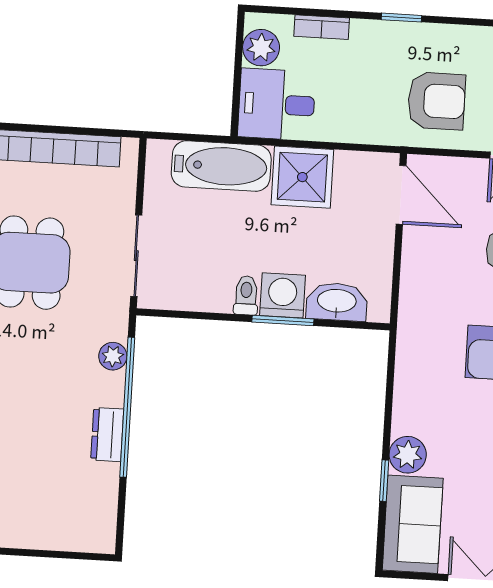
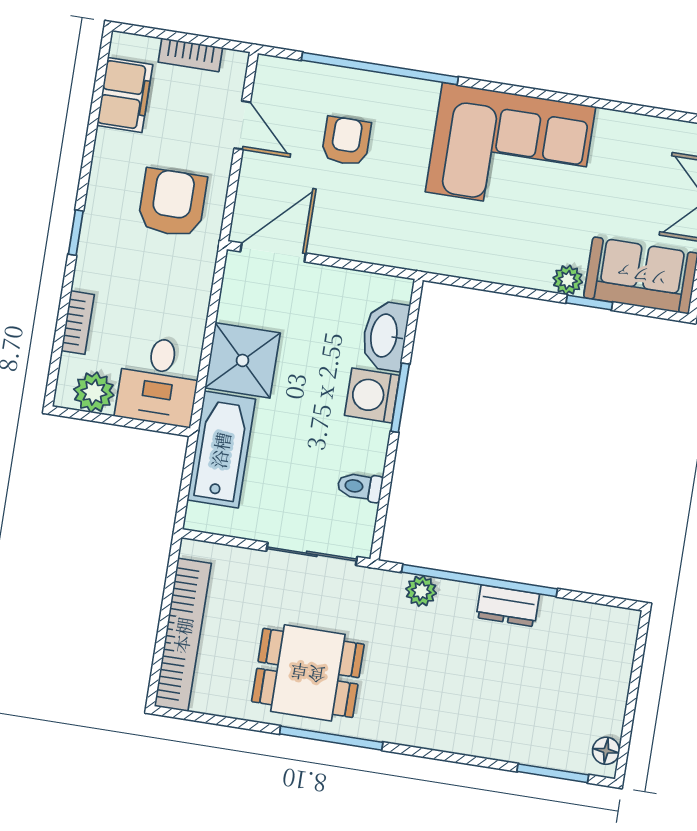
toilet: (246, 295) -> (360, 487), moved
plant: (408, 455) -> (568, 280), width x0.73, depth x0.73

